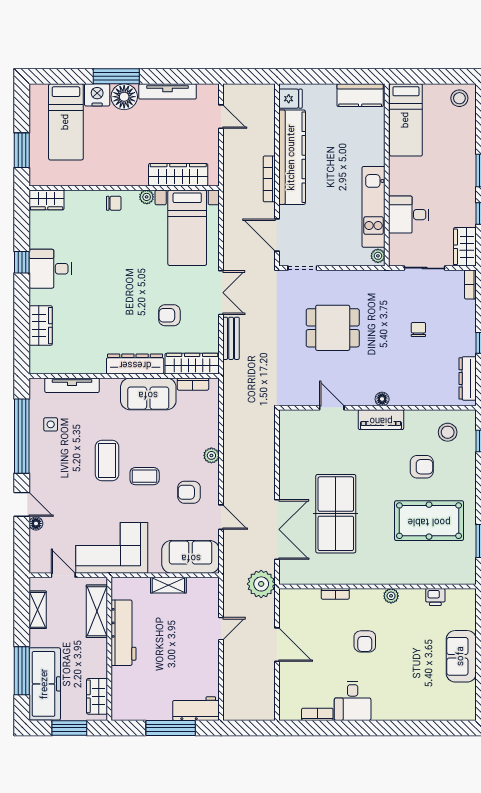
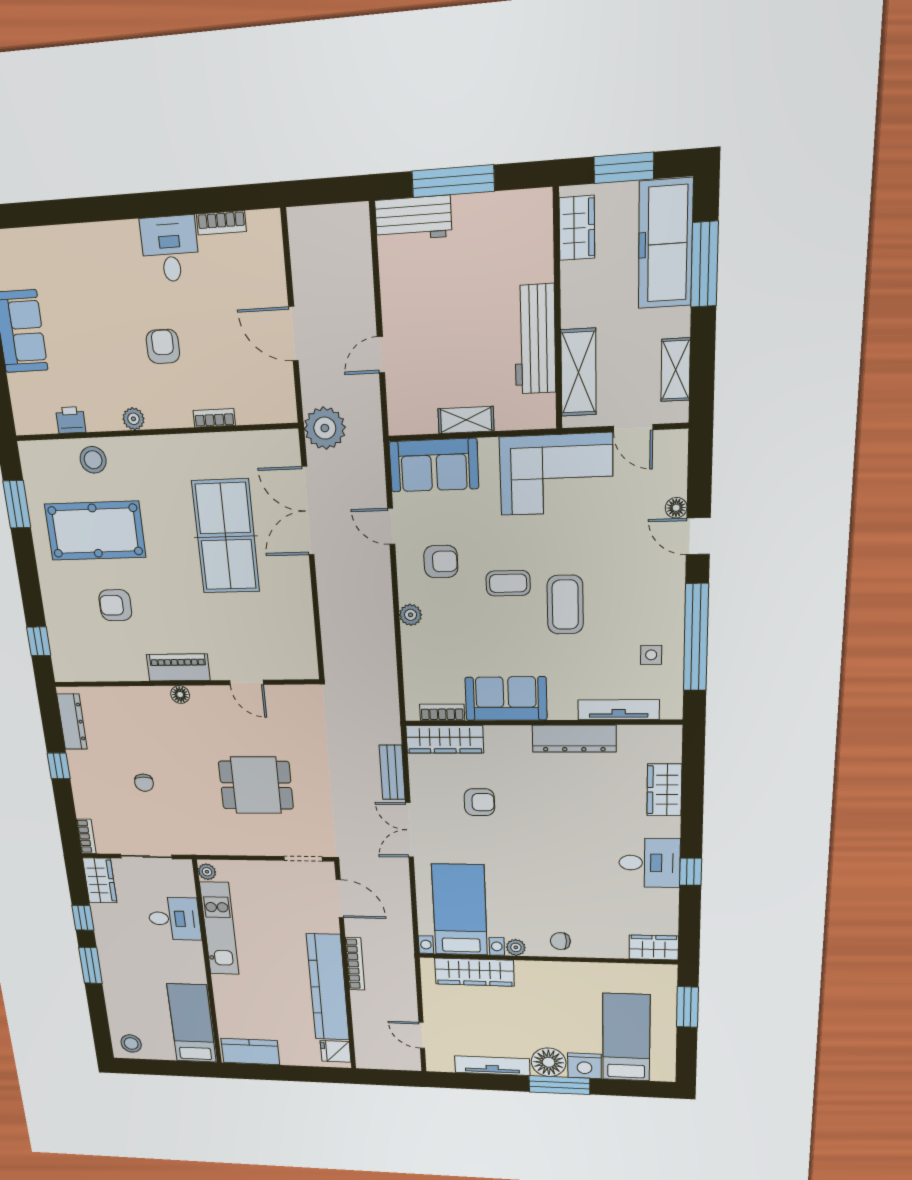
dresser: (135, 364) -> (574, 739), moved
stool: (448, 432) -> (93, 460), moved

